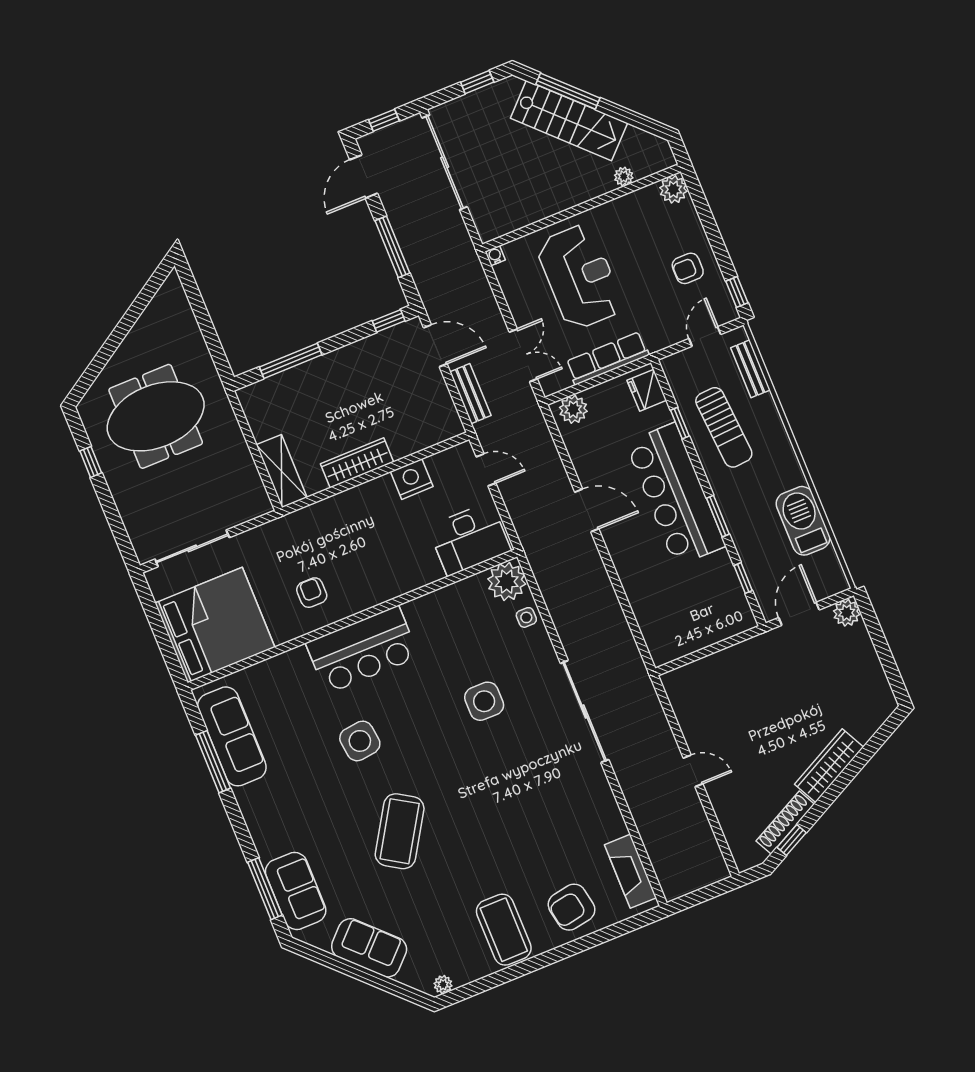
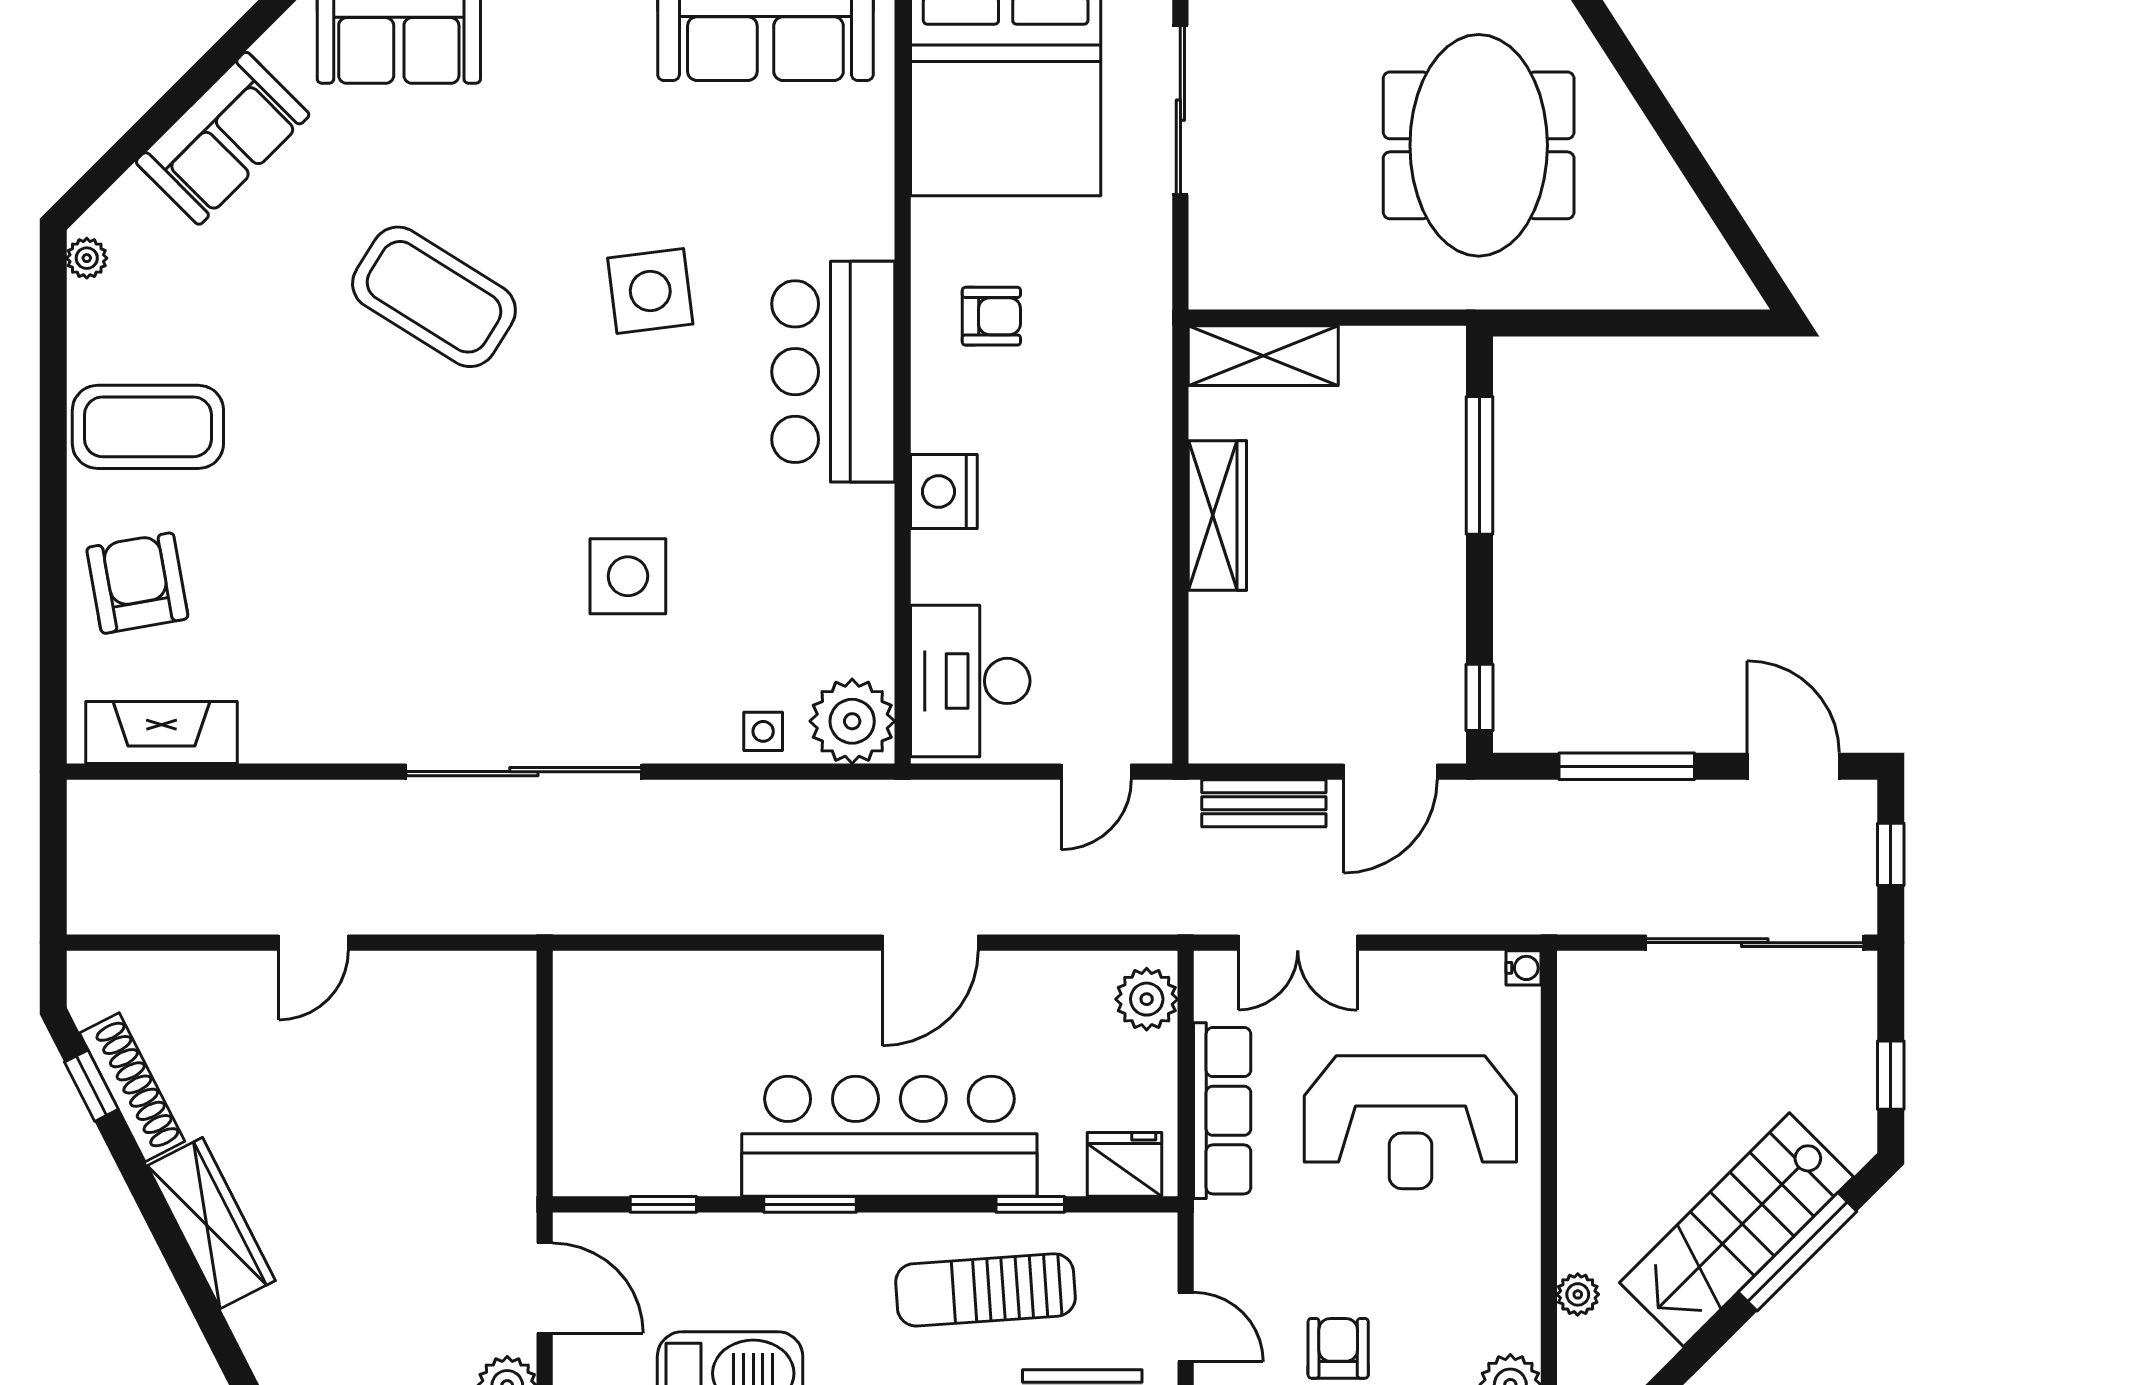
nightstand: (412, 479) -> (944, 492), moved, turned 180

